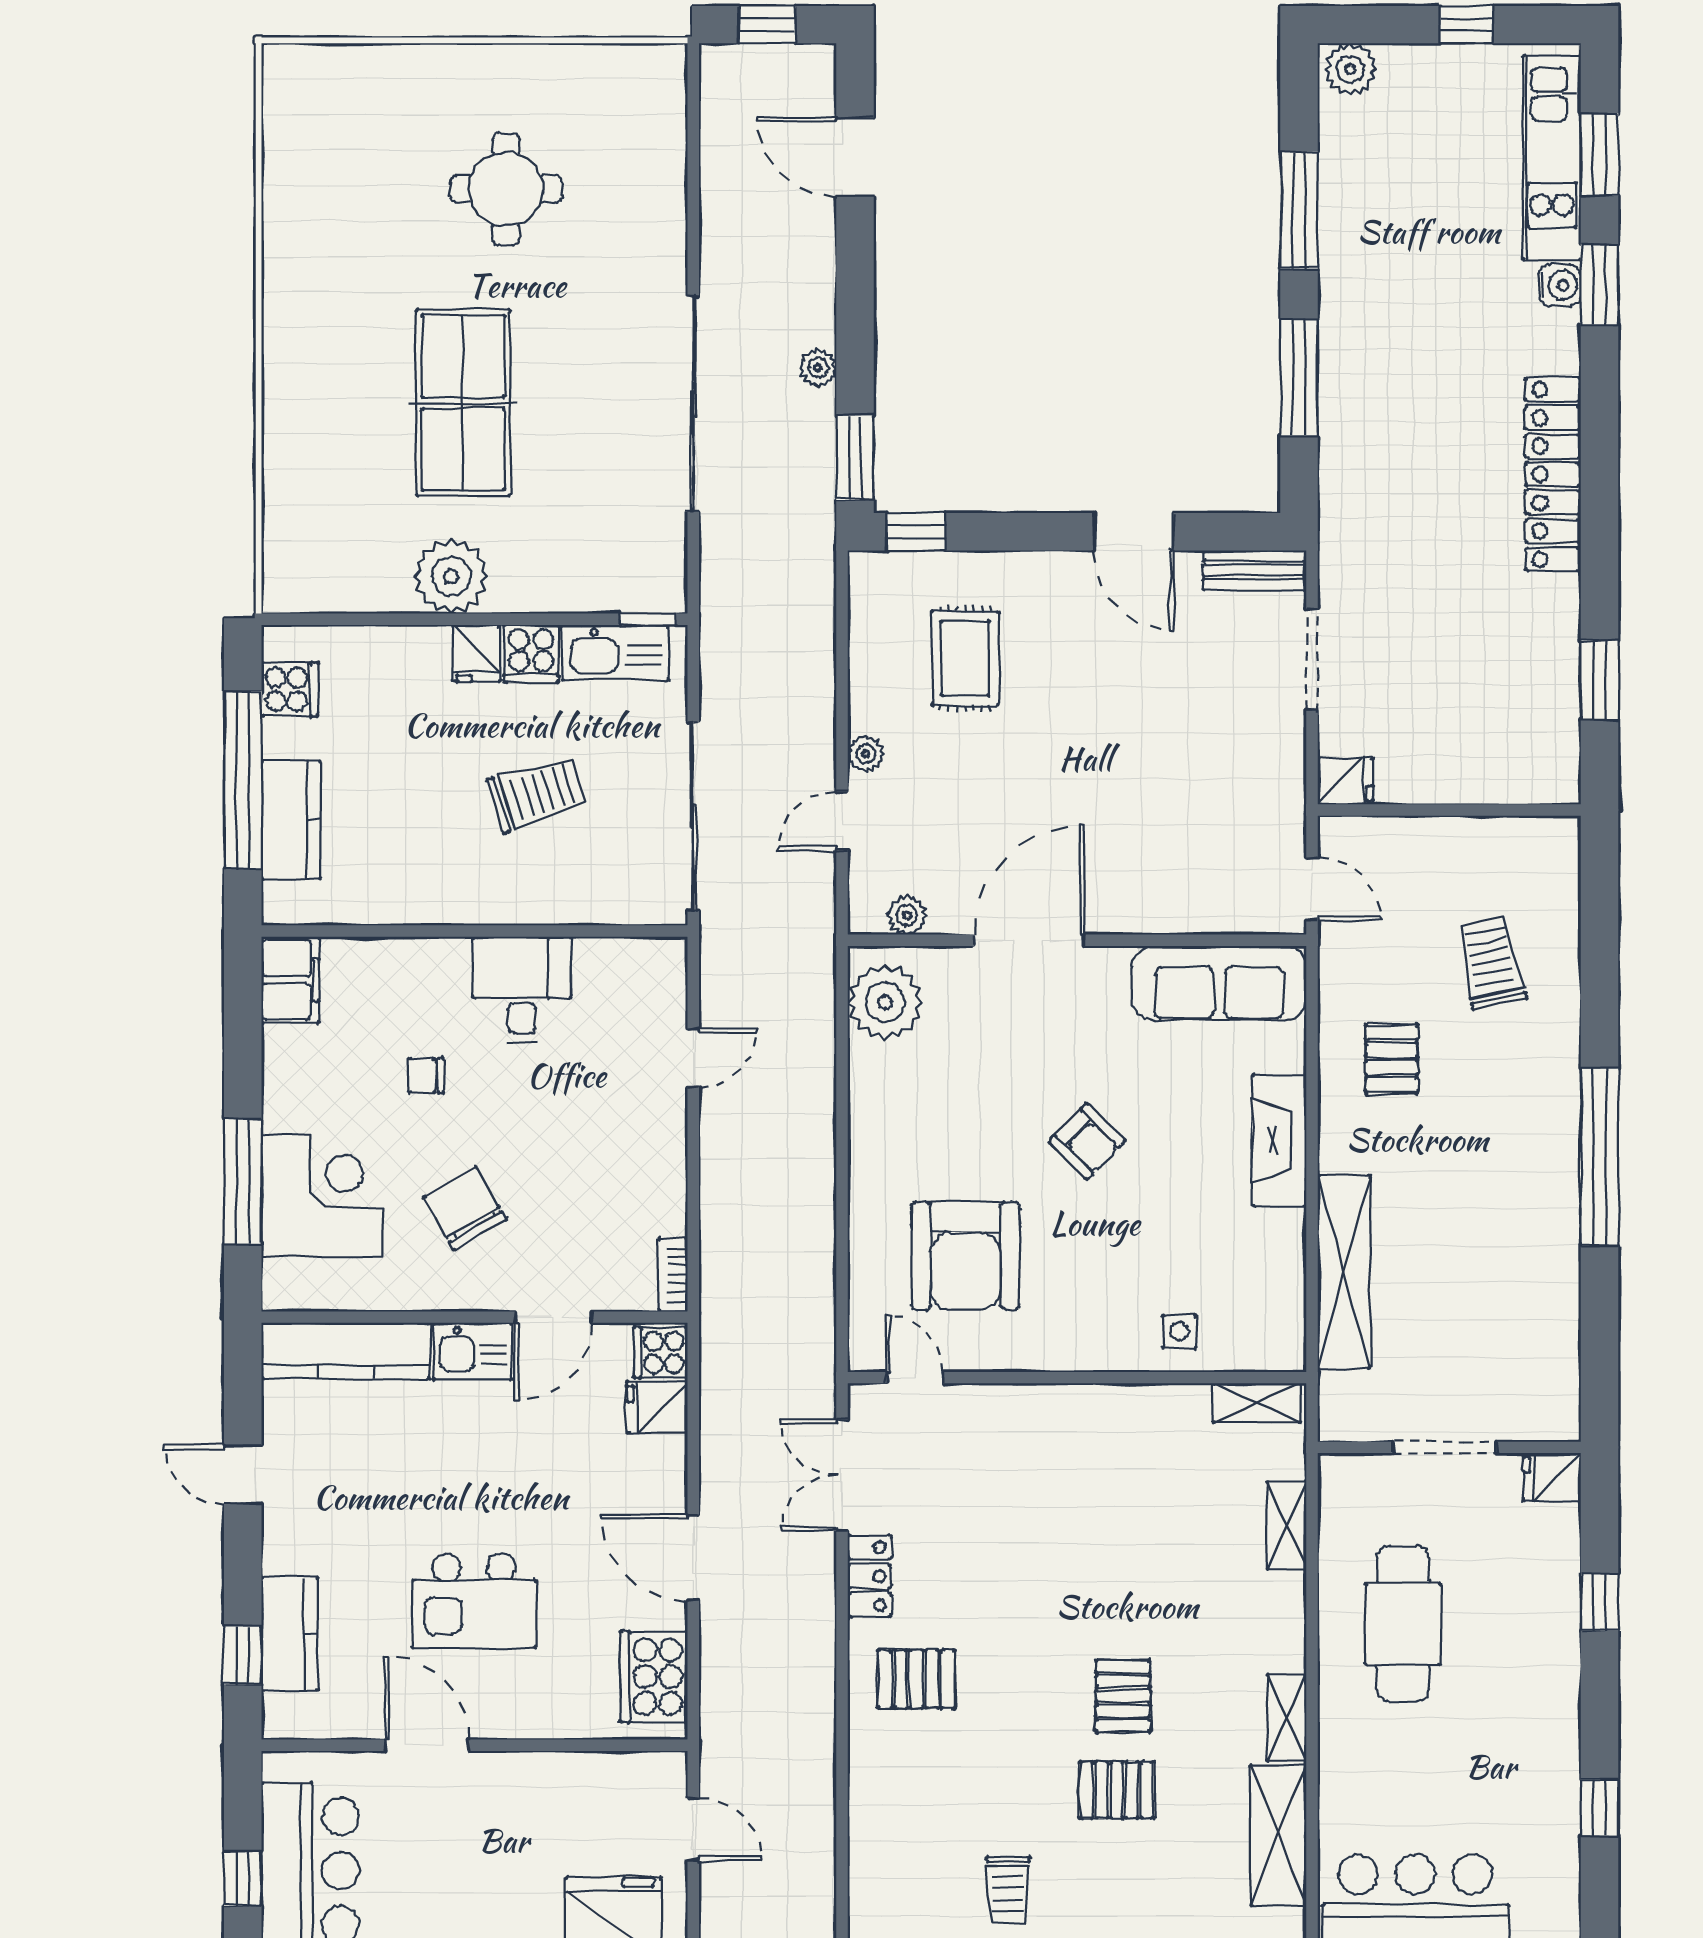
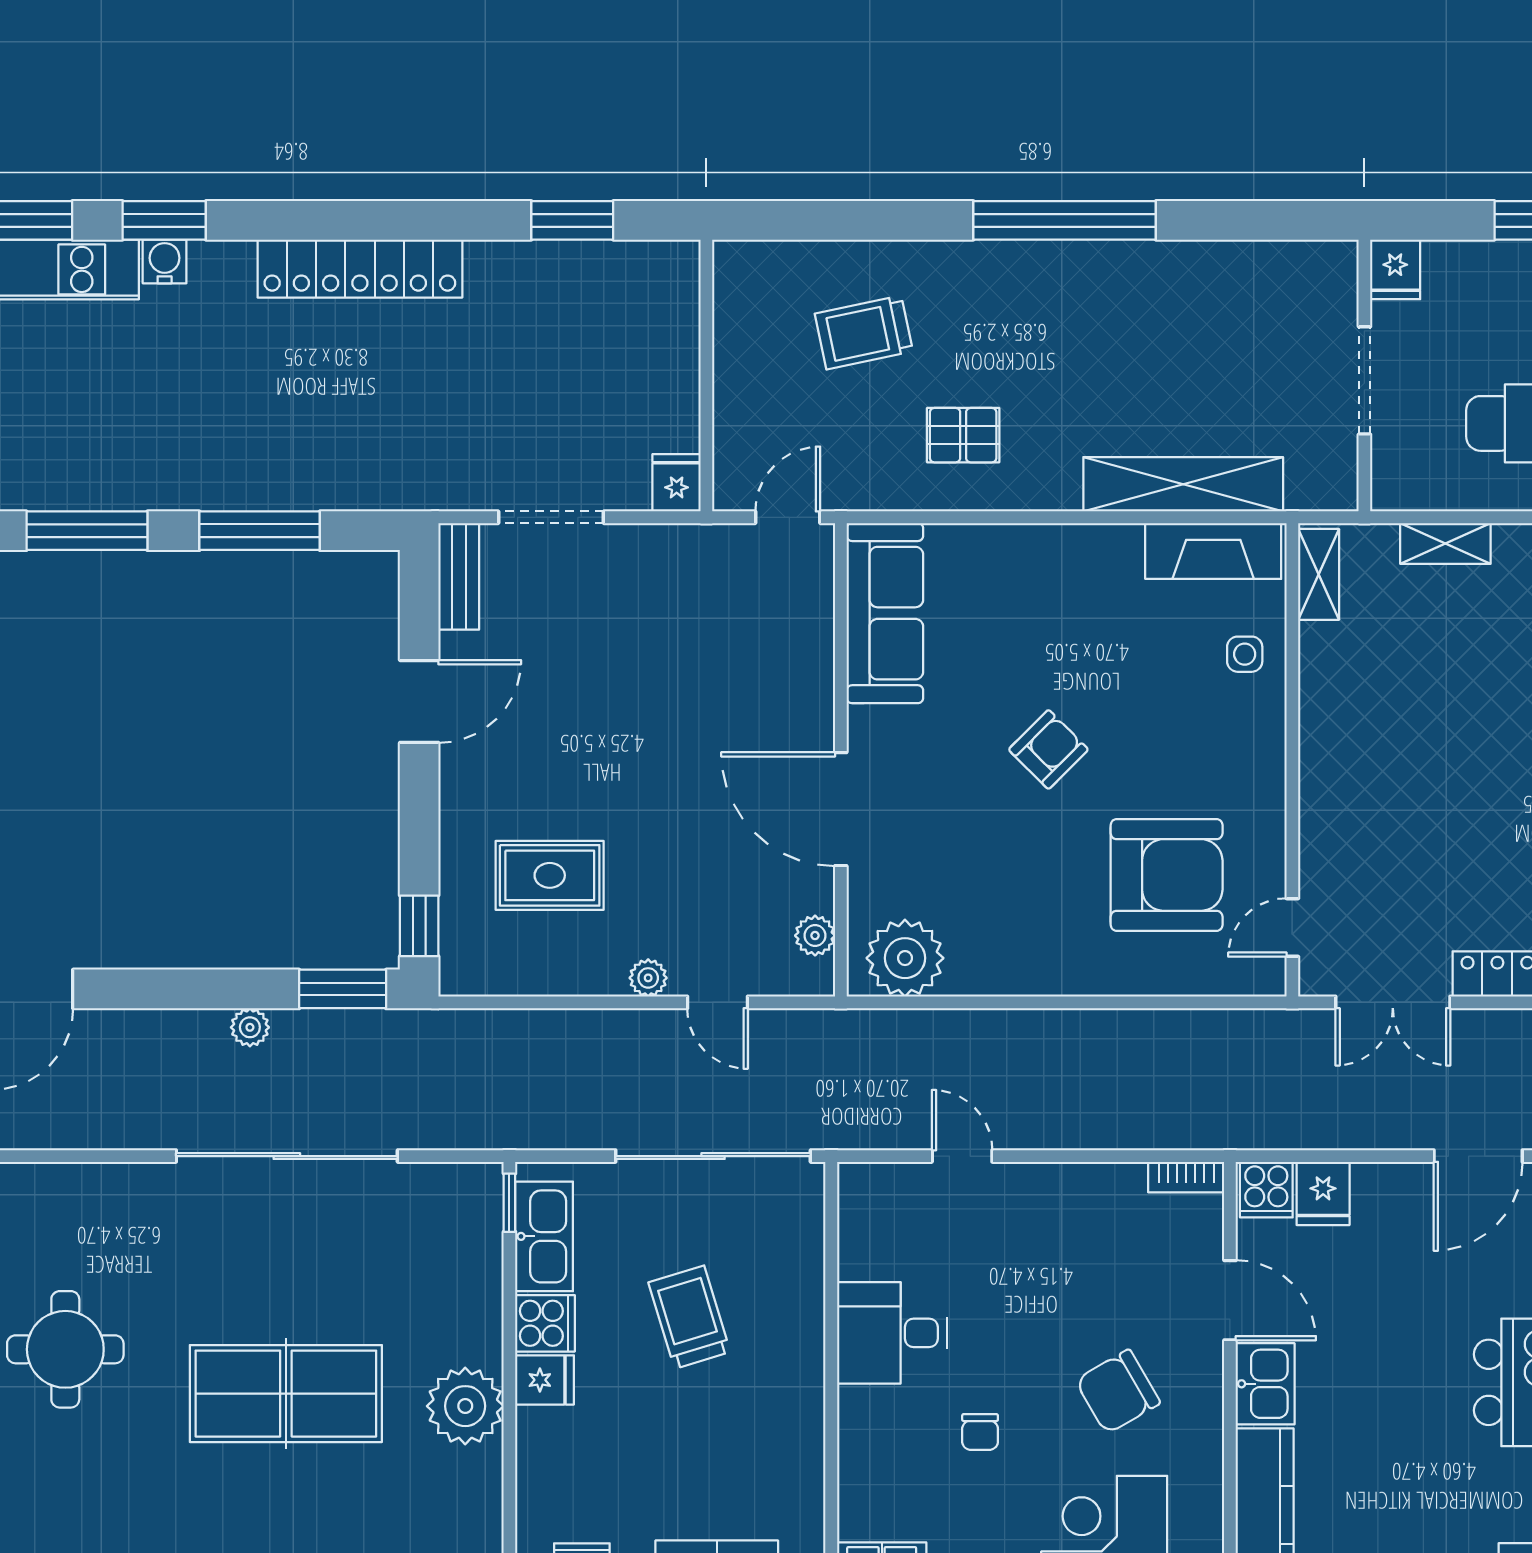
fireplace: (1279, 1140) -> (1213, 551), moved

